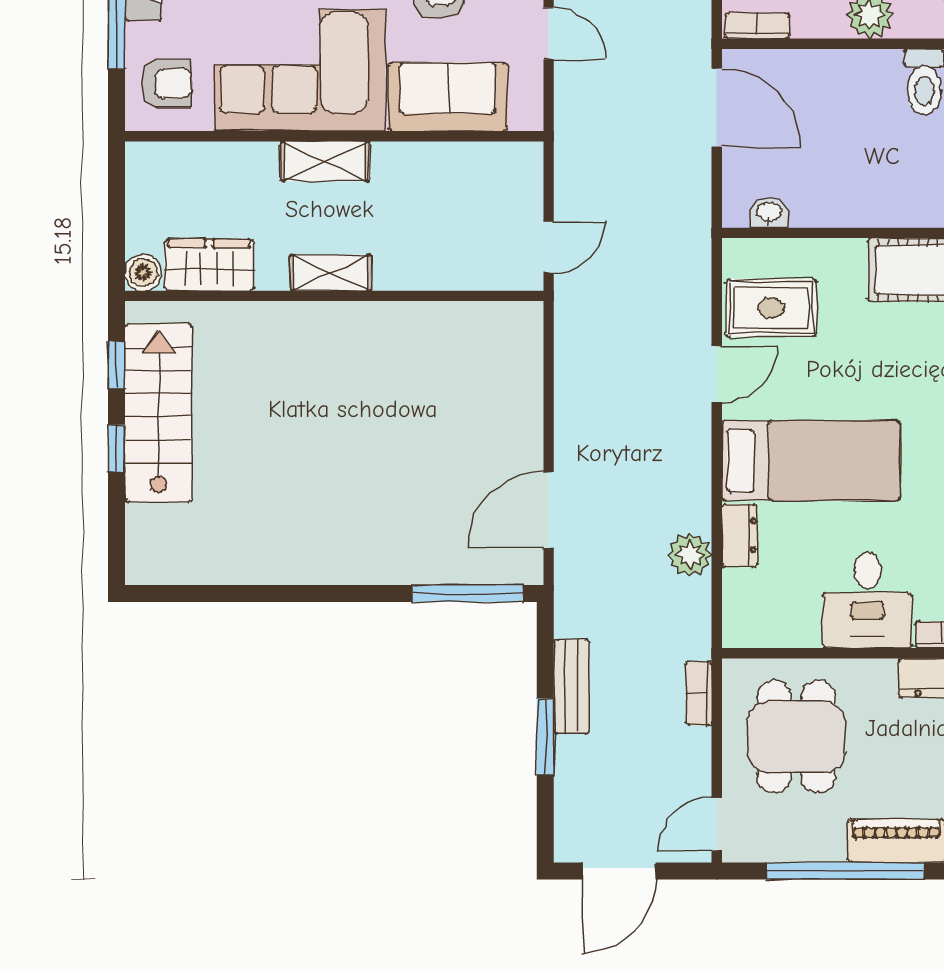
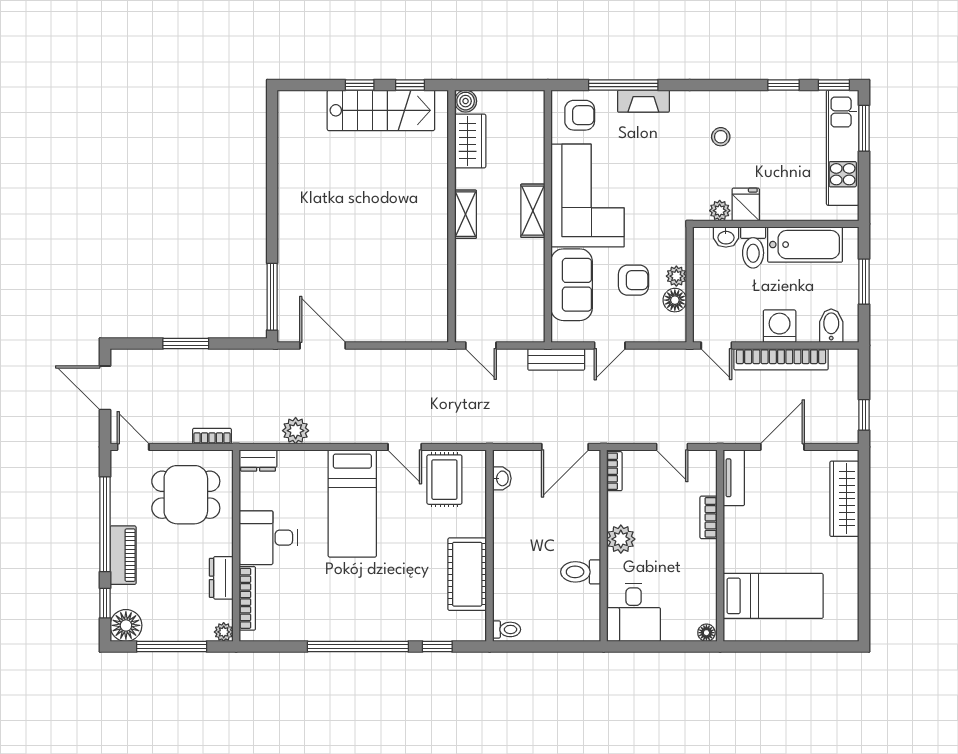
armchair: (167, 83) -> (580, 115), turned -90
dresser: (739, 535) -> (258, 460), moved
bench: (572, 687) -> (556, 359), moved

